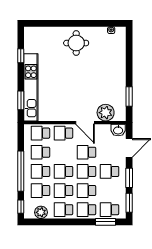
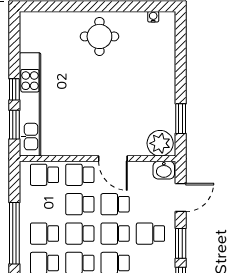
window: (21, 56) -> (14, 89), moved
plant: (106, 113) -> (160, 143), moved
school desk: (40, 152) -> (80, 204), moved

